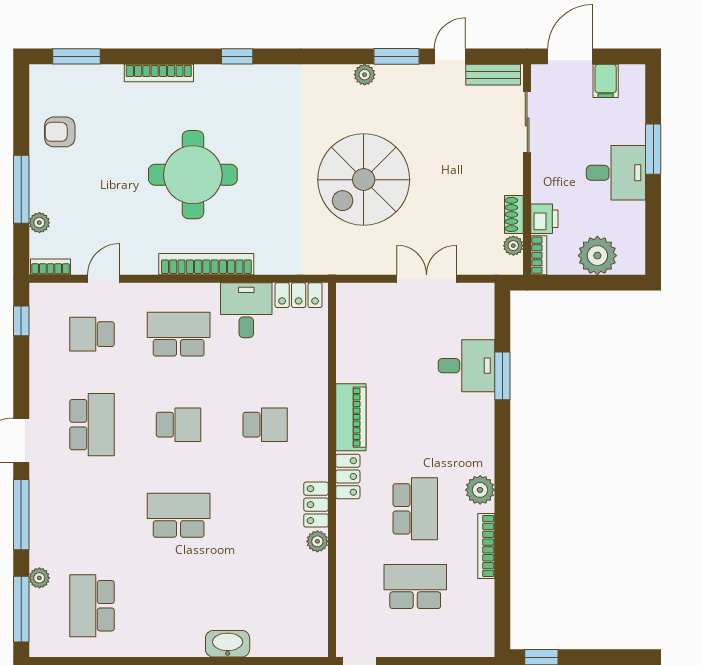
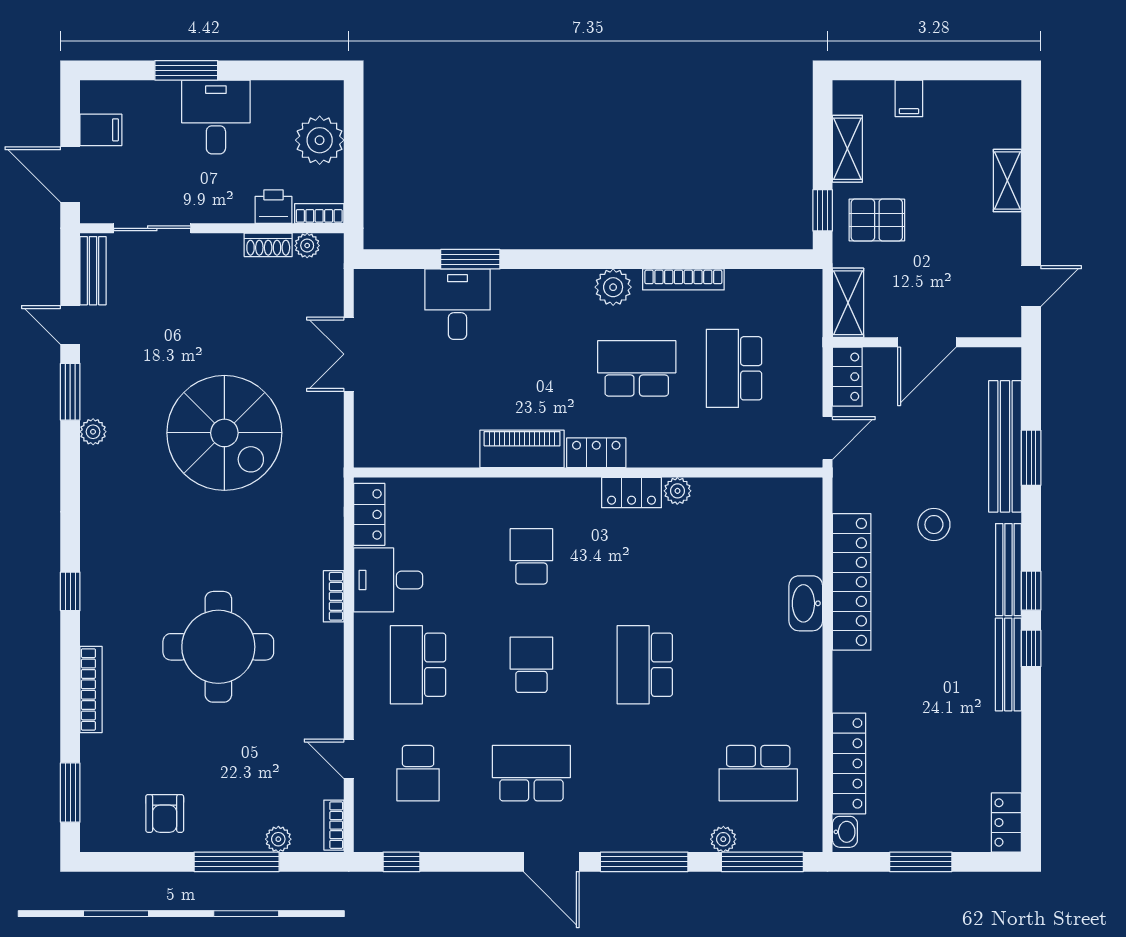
bookcase: (206, 264) -> (334, 596), width x0.43, depth x0.76

